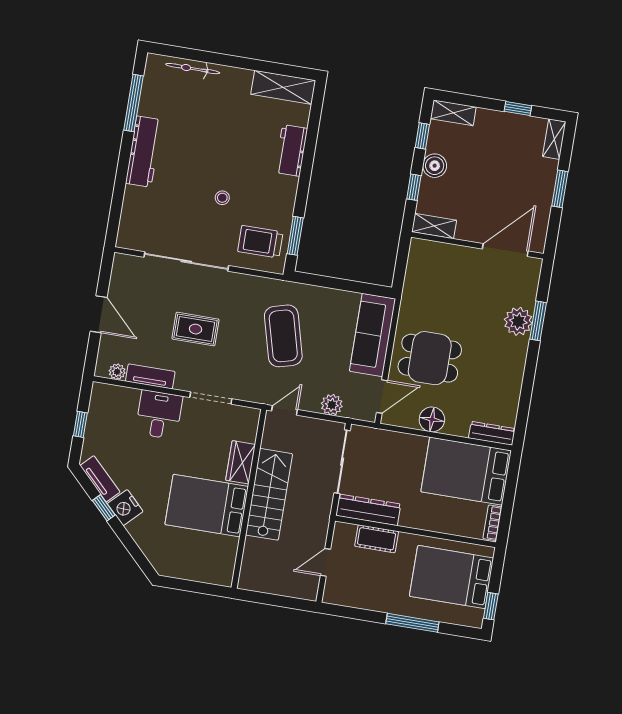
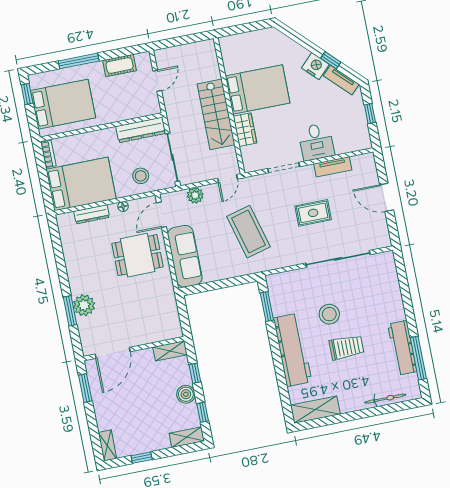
workbench: (291, 150) -> (293, 350), width x1.88, depth x1.32
workbench: (144, 152) -> (402, 348), moved
window: (560, 189) -> (85, 388), moved
stool: (222, 198) -> (329, 314), width x1.89, depth x1.89
trolley: (260, 242) -> (346, 347), moved
plant: (117, 372) -> (358, 161), removed
floor lamp: (432, 419) -> (123, 206), width x0.53, depth x0.53
dresser: (492, 433) -> (92, 214), moved
stool: (389, 454) -> (141, 176), added
cot: (377, 539) -> (120, 65), moved

